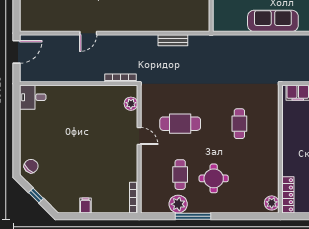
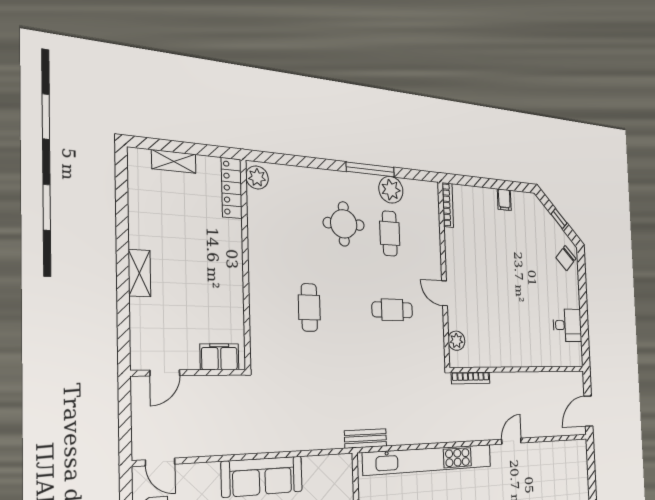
kitchen unit: (156, 24) -> (429, 460), added
bench: (173, 40) -> (366, 438), moved
desk: (33, 97) -> (567, 325), moved
cafe table: (180, 124) -> (392, 310), width x0.73, depth x0.74

